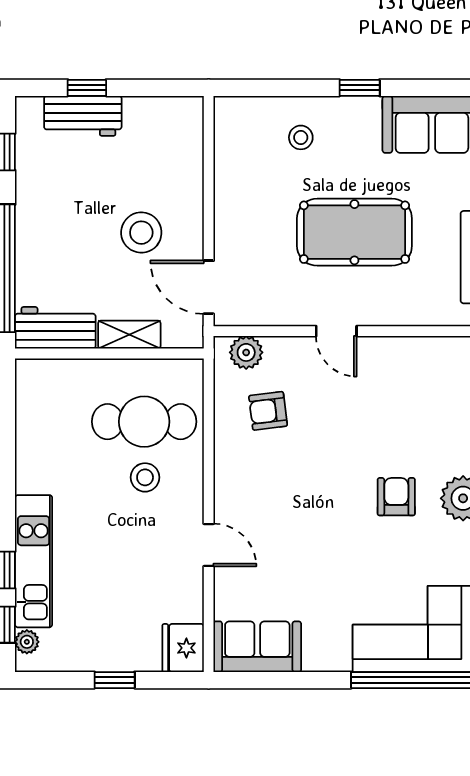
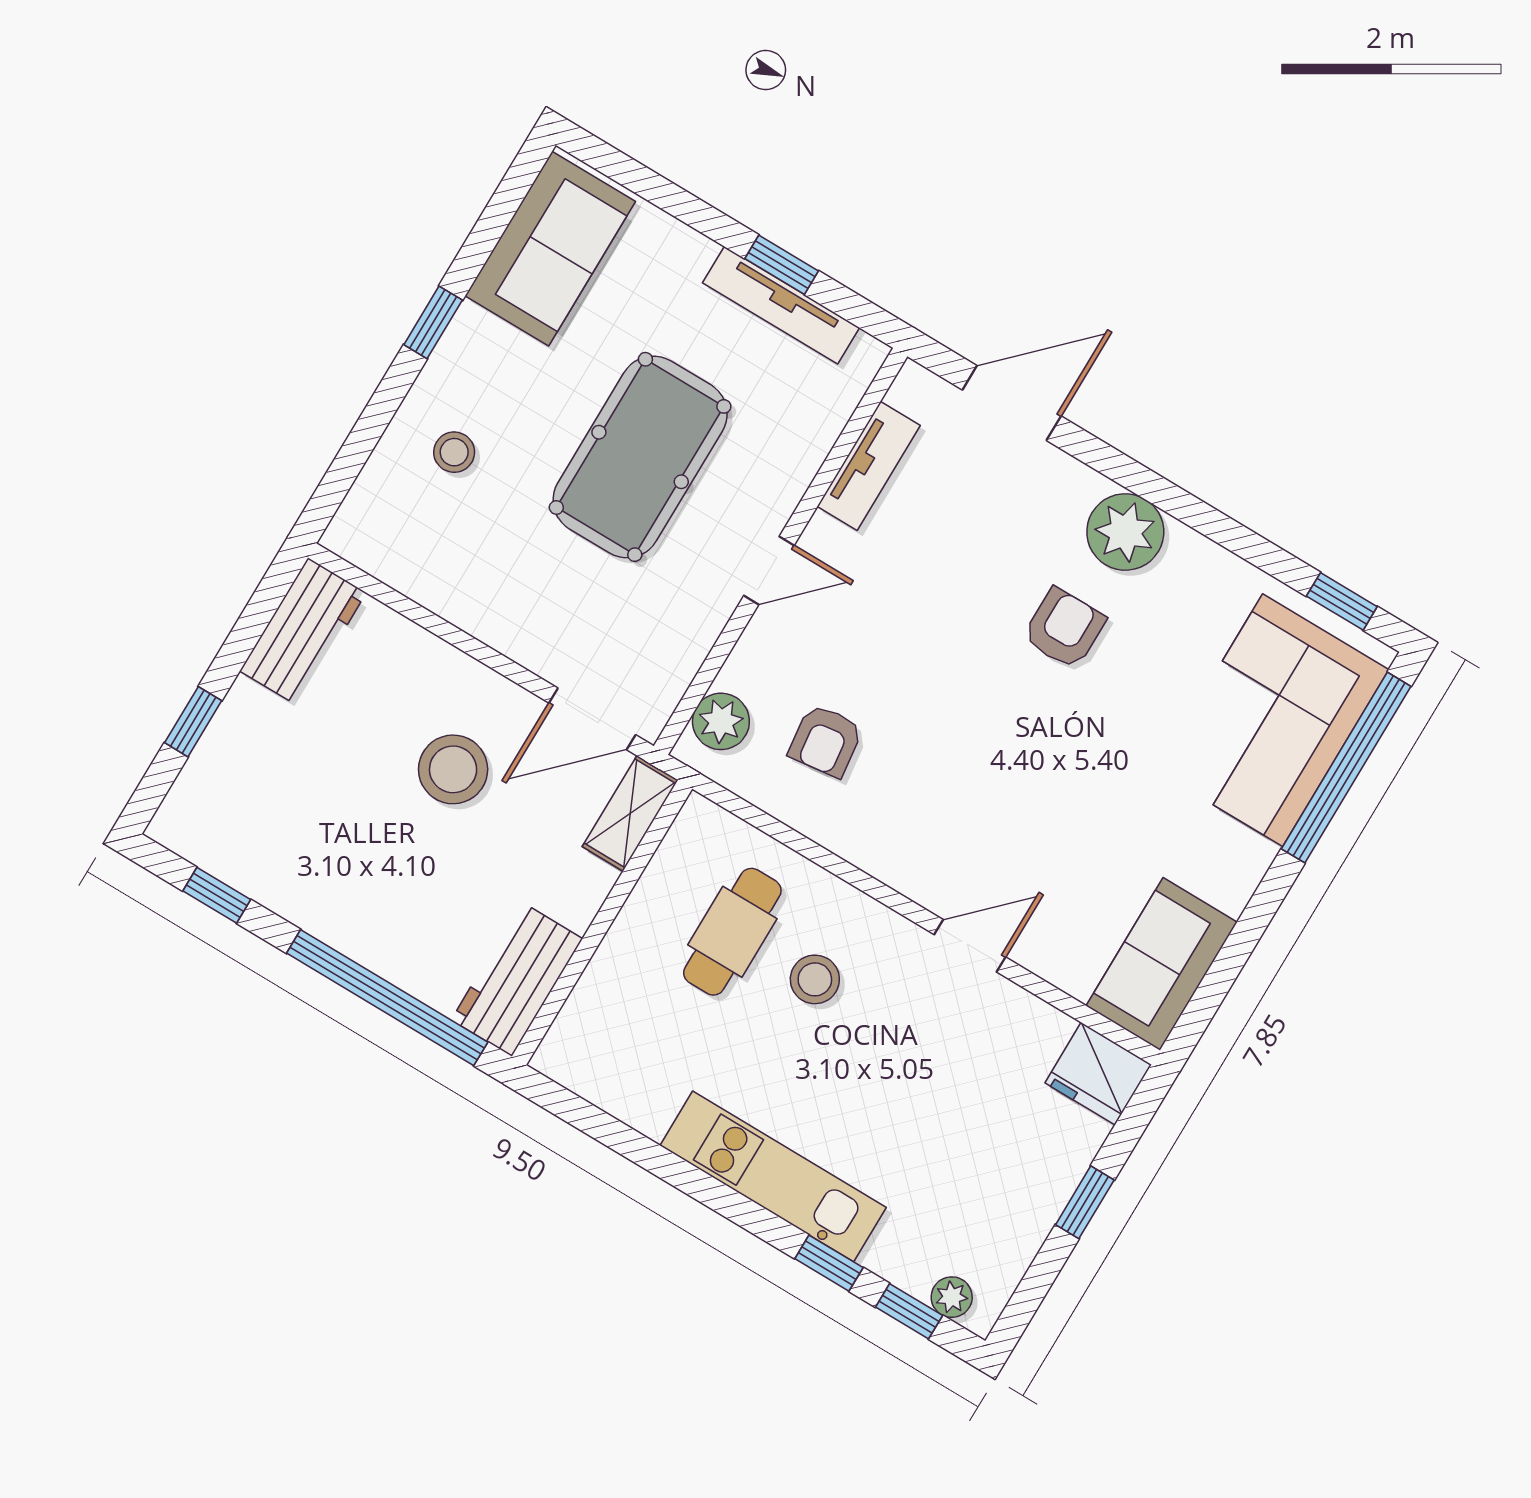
workbench: (83, 116) -> (303, 632), moved
shelving: (129, 335) -> (630, 813), moved
tv unit: (419, 350) -> (869, 466), added
cafe table: (144, 422) -> (732, 932), width x0.73, depth x0.74
armchair: (396, 497) -> (1064, 628), turned 90
kitchen unit: (34, 561) -> (773, 1176), moved

